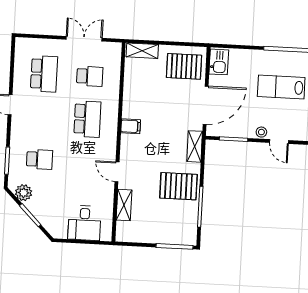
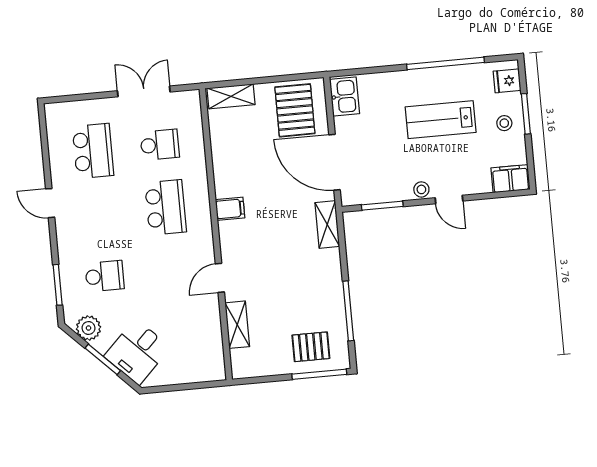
pallet: (184, 66) -> (295, 110), turned 90
door: (206, 105) -> (334, 162), swing flipped
door: (117, 172) -> (220, 278), hinge flipped
pallet: (178, 186) -> (311, 347), moved, width x0.67, depth x0.71
desk: (84, 223) -> (137, 352), moved, turned 45

